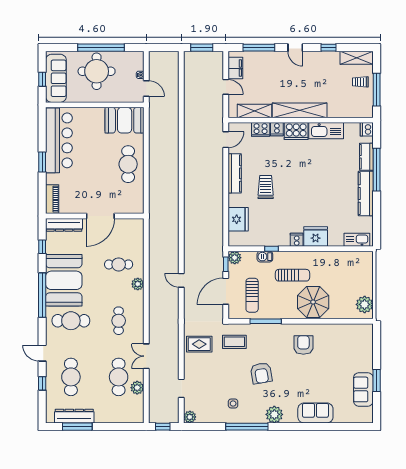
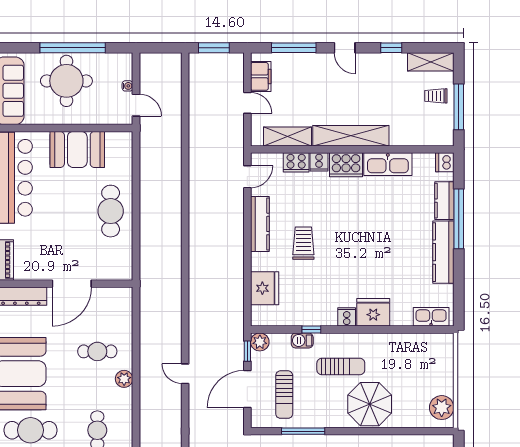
booth: (125, 120) -> (77, 149), moved

